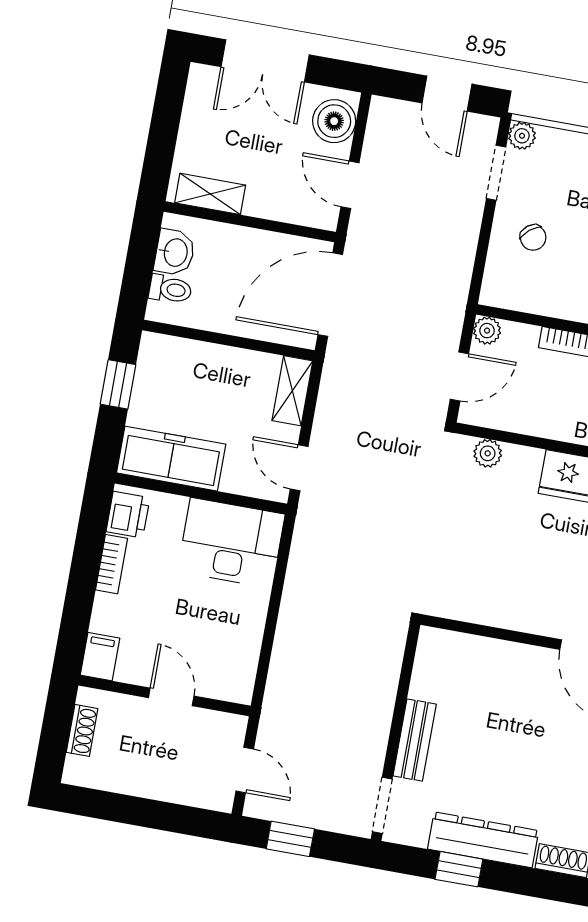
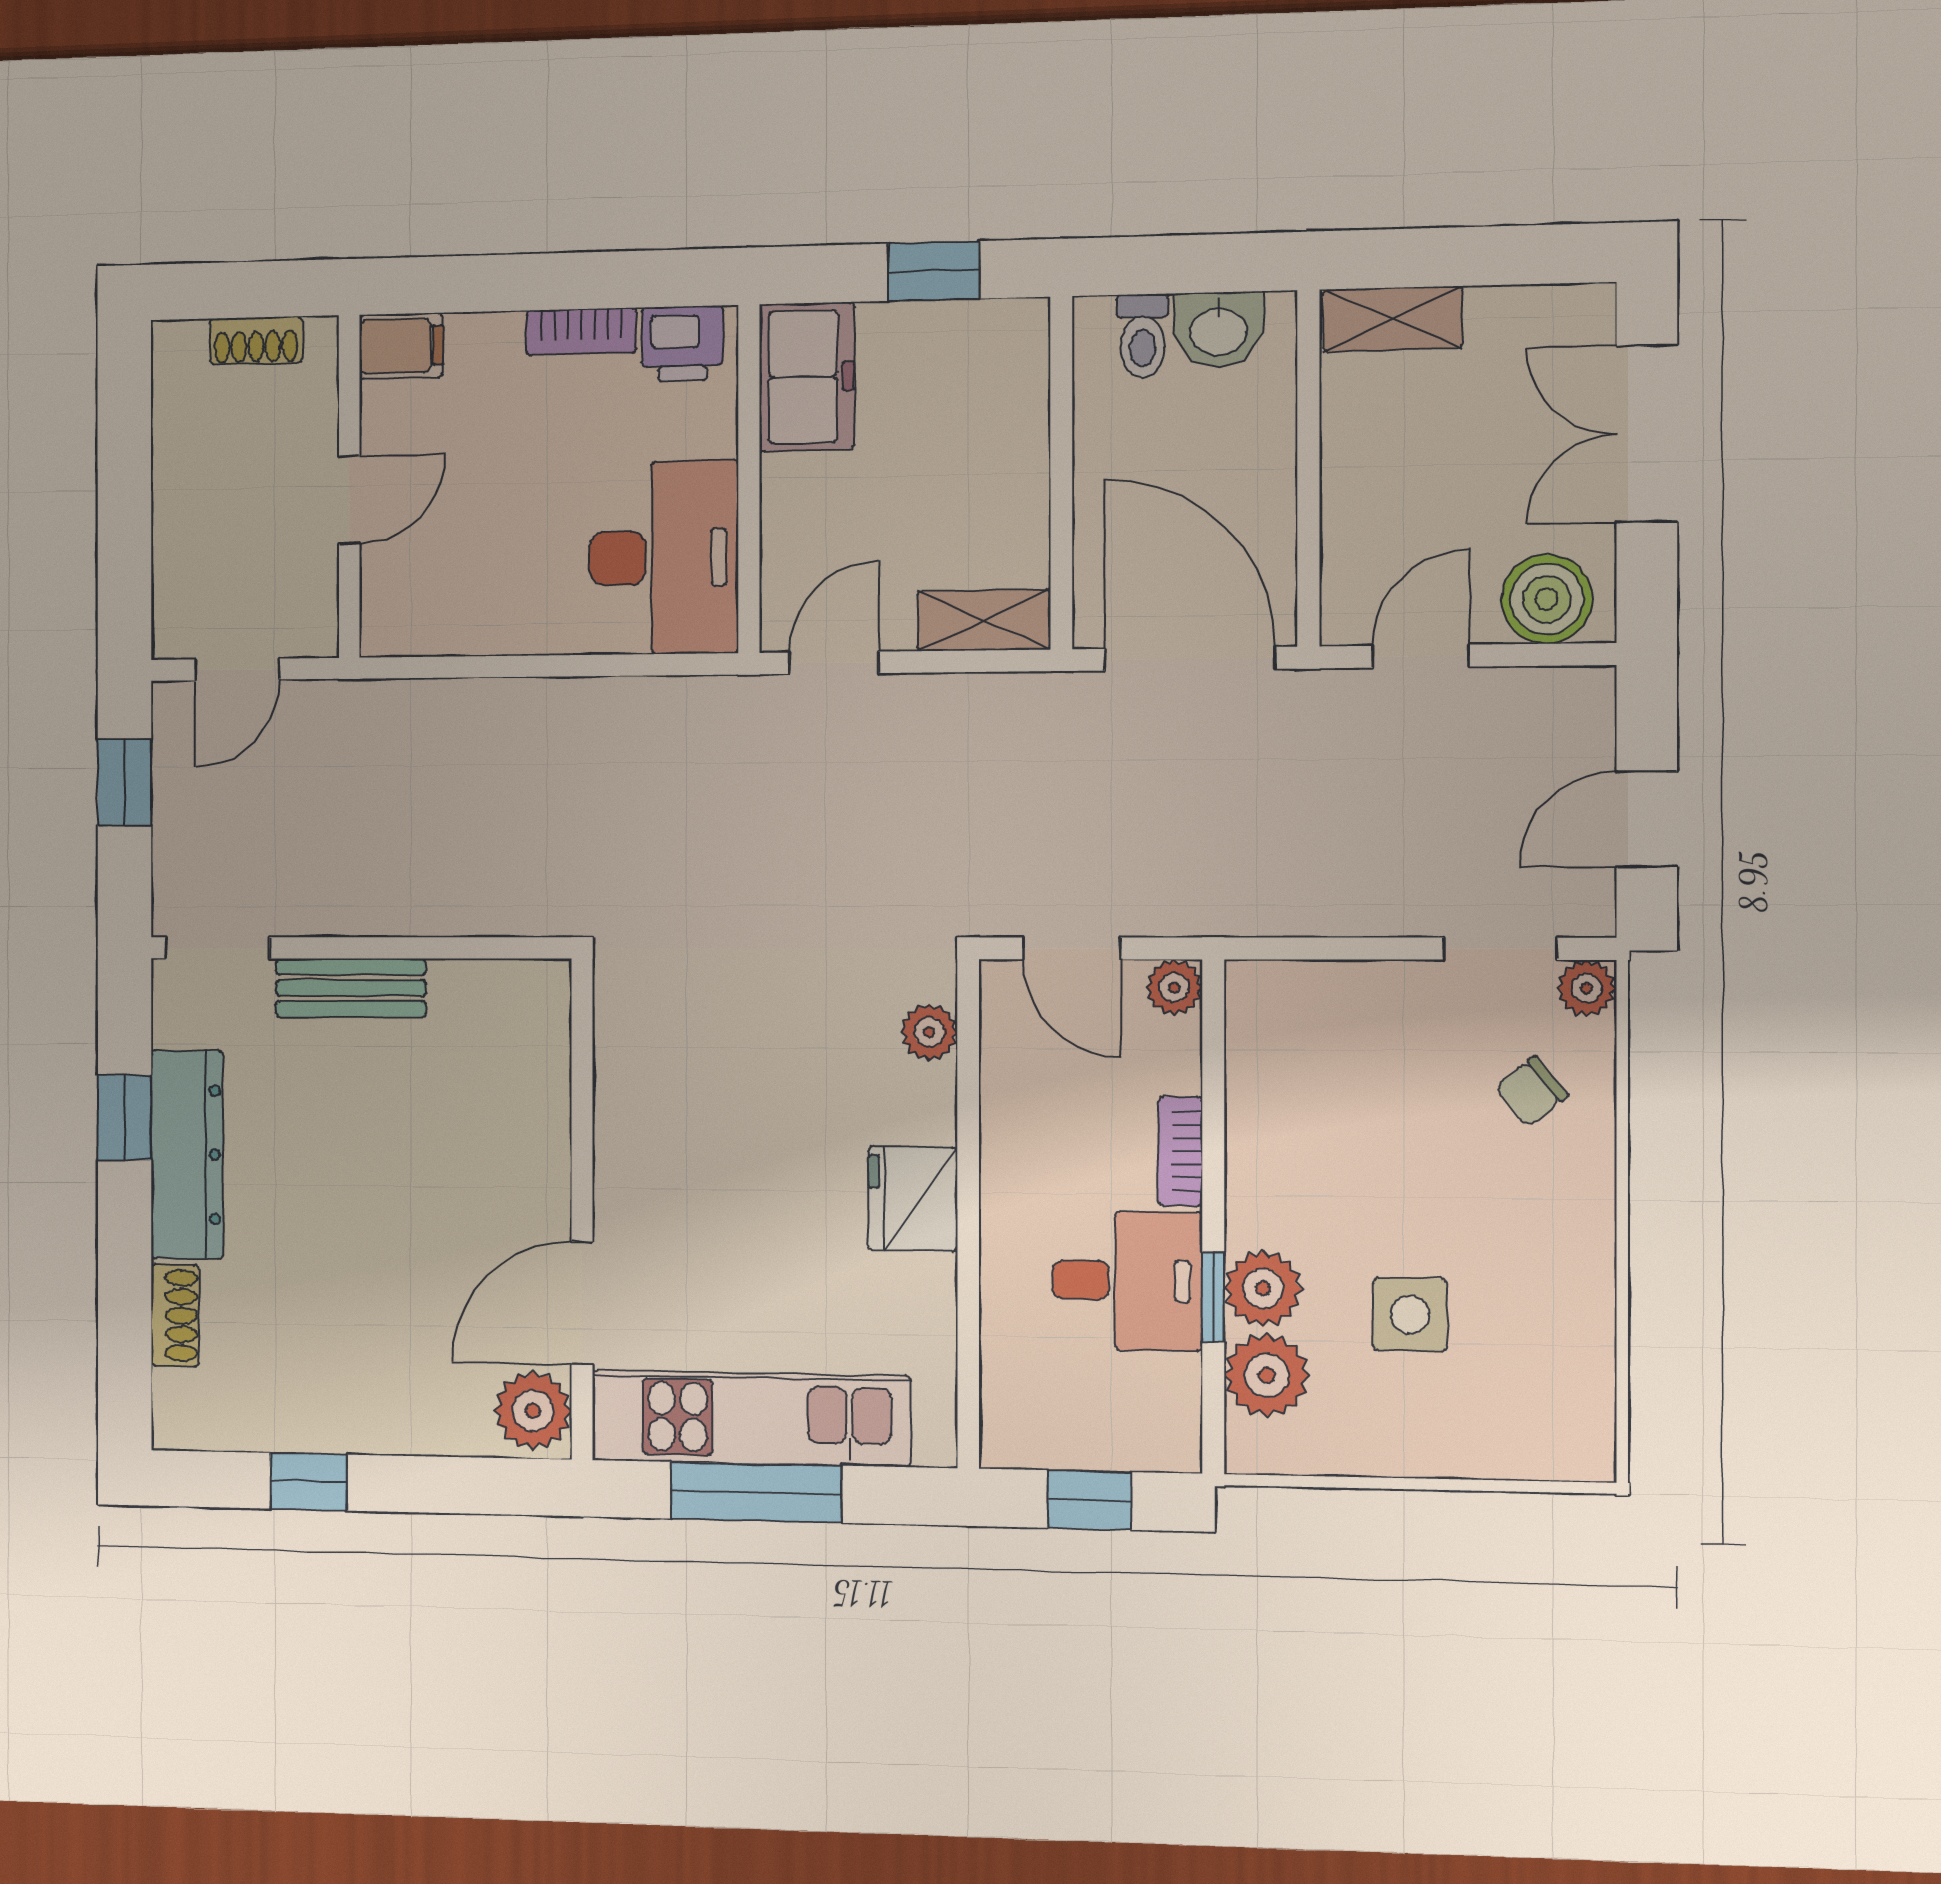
shelving: (210, 194) -> (1393, 319), moved, turned 90
chair: (533, 238) -> (1531, 1091), moved
freezer: (171, 459) -> (807, 377), width x0.71

